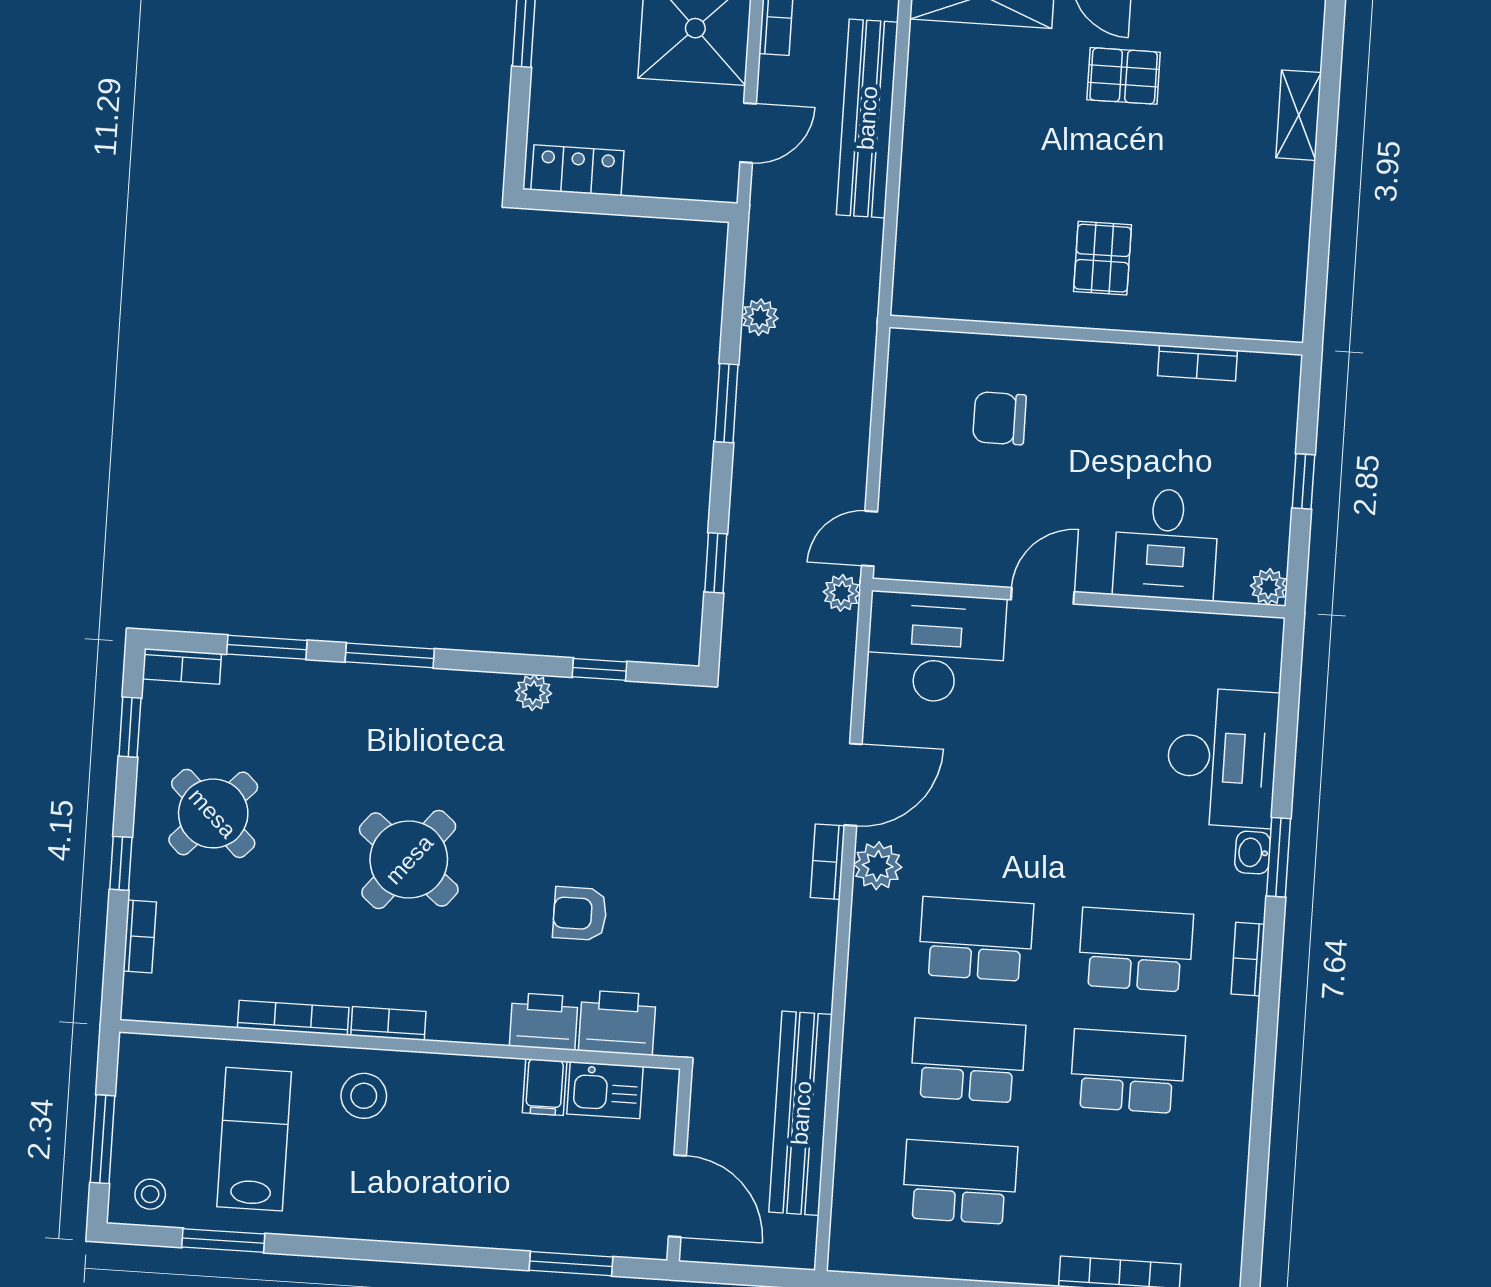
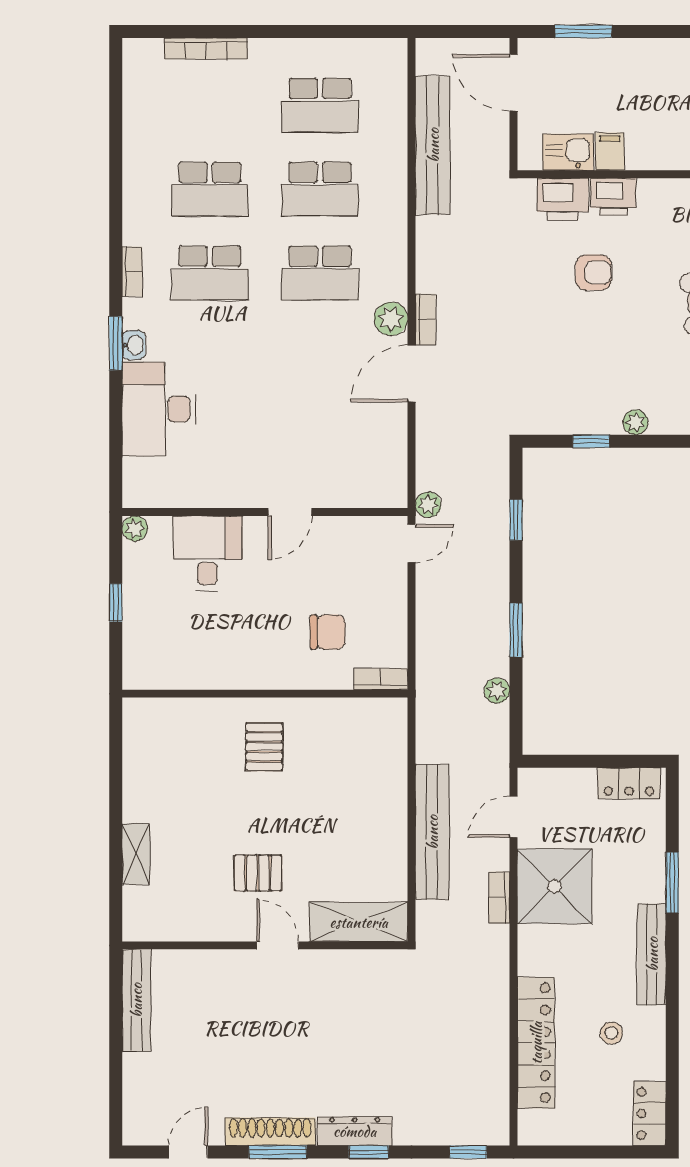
bookcase: (1198, 363) -> (381, 679), moved
desk: (936, 648) -> (361, 471), removed

